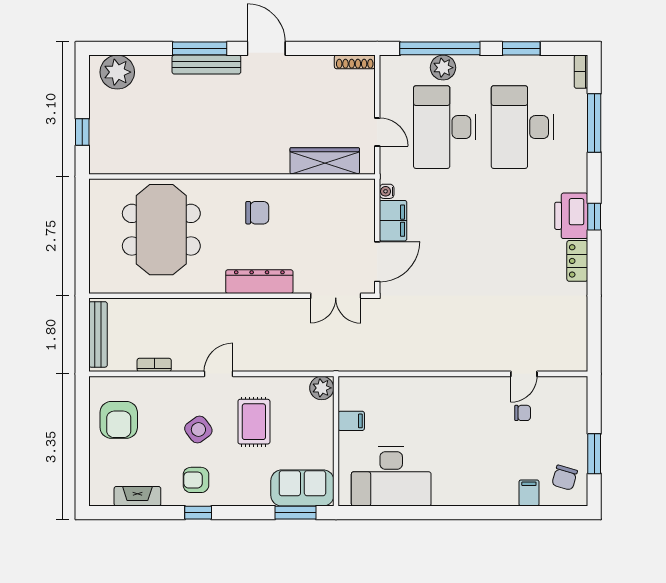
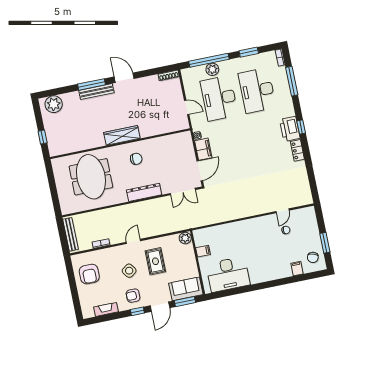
wardrobe: (325, 161) -> (122, 135), moved
door: (244, 513) -> (160, 307), added

